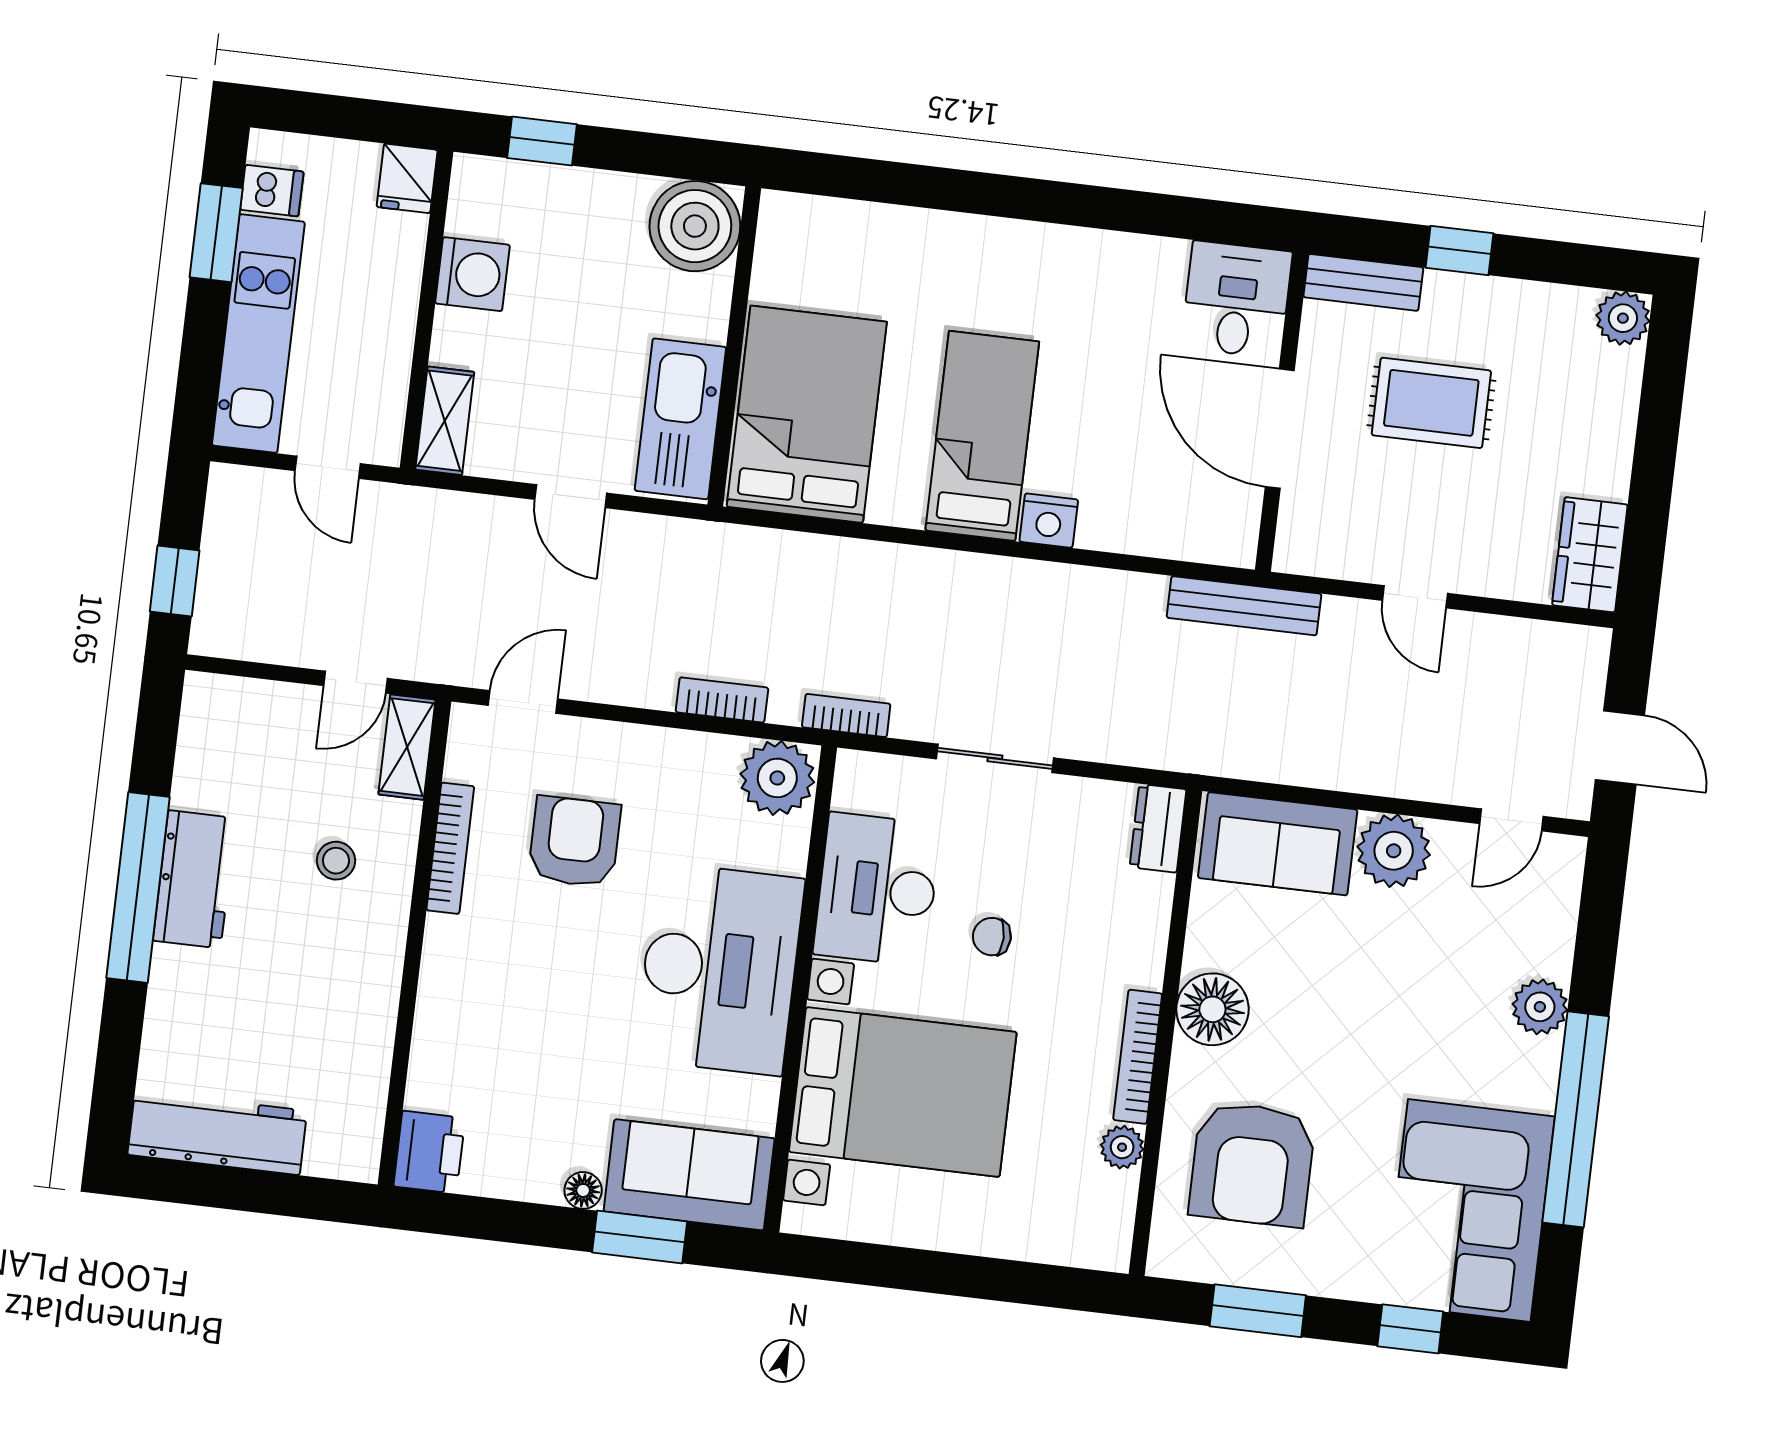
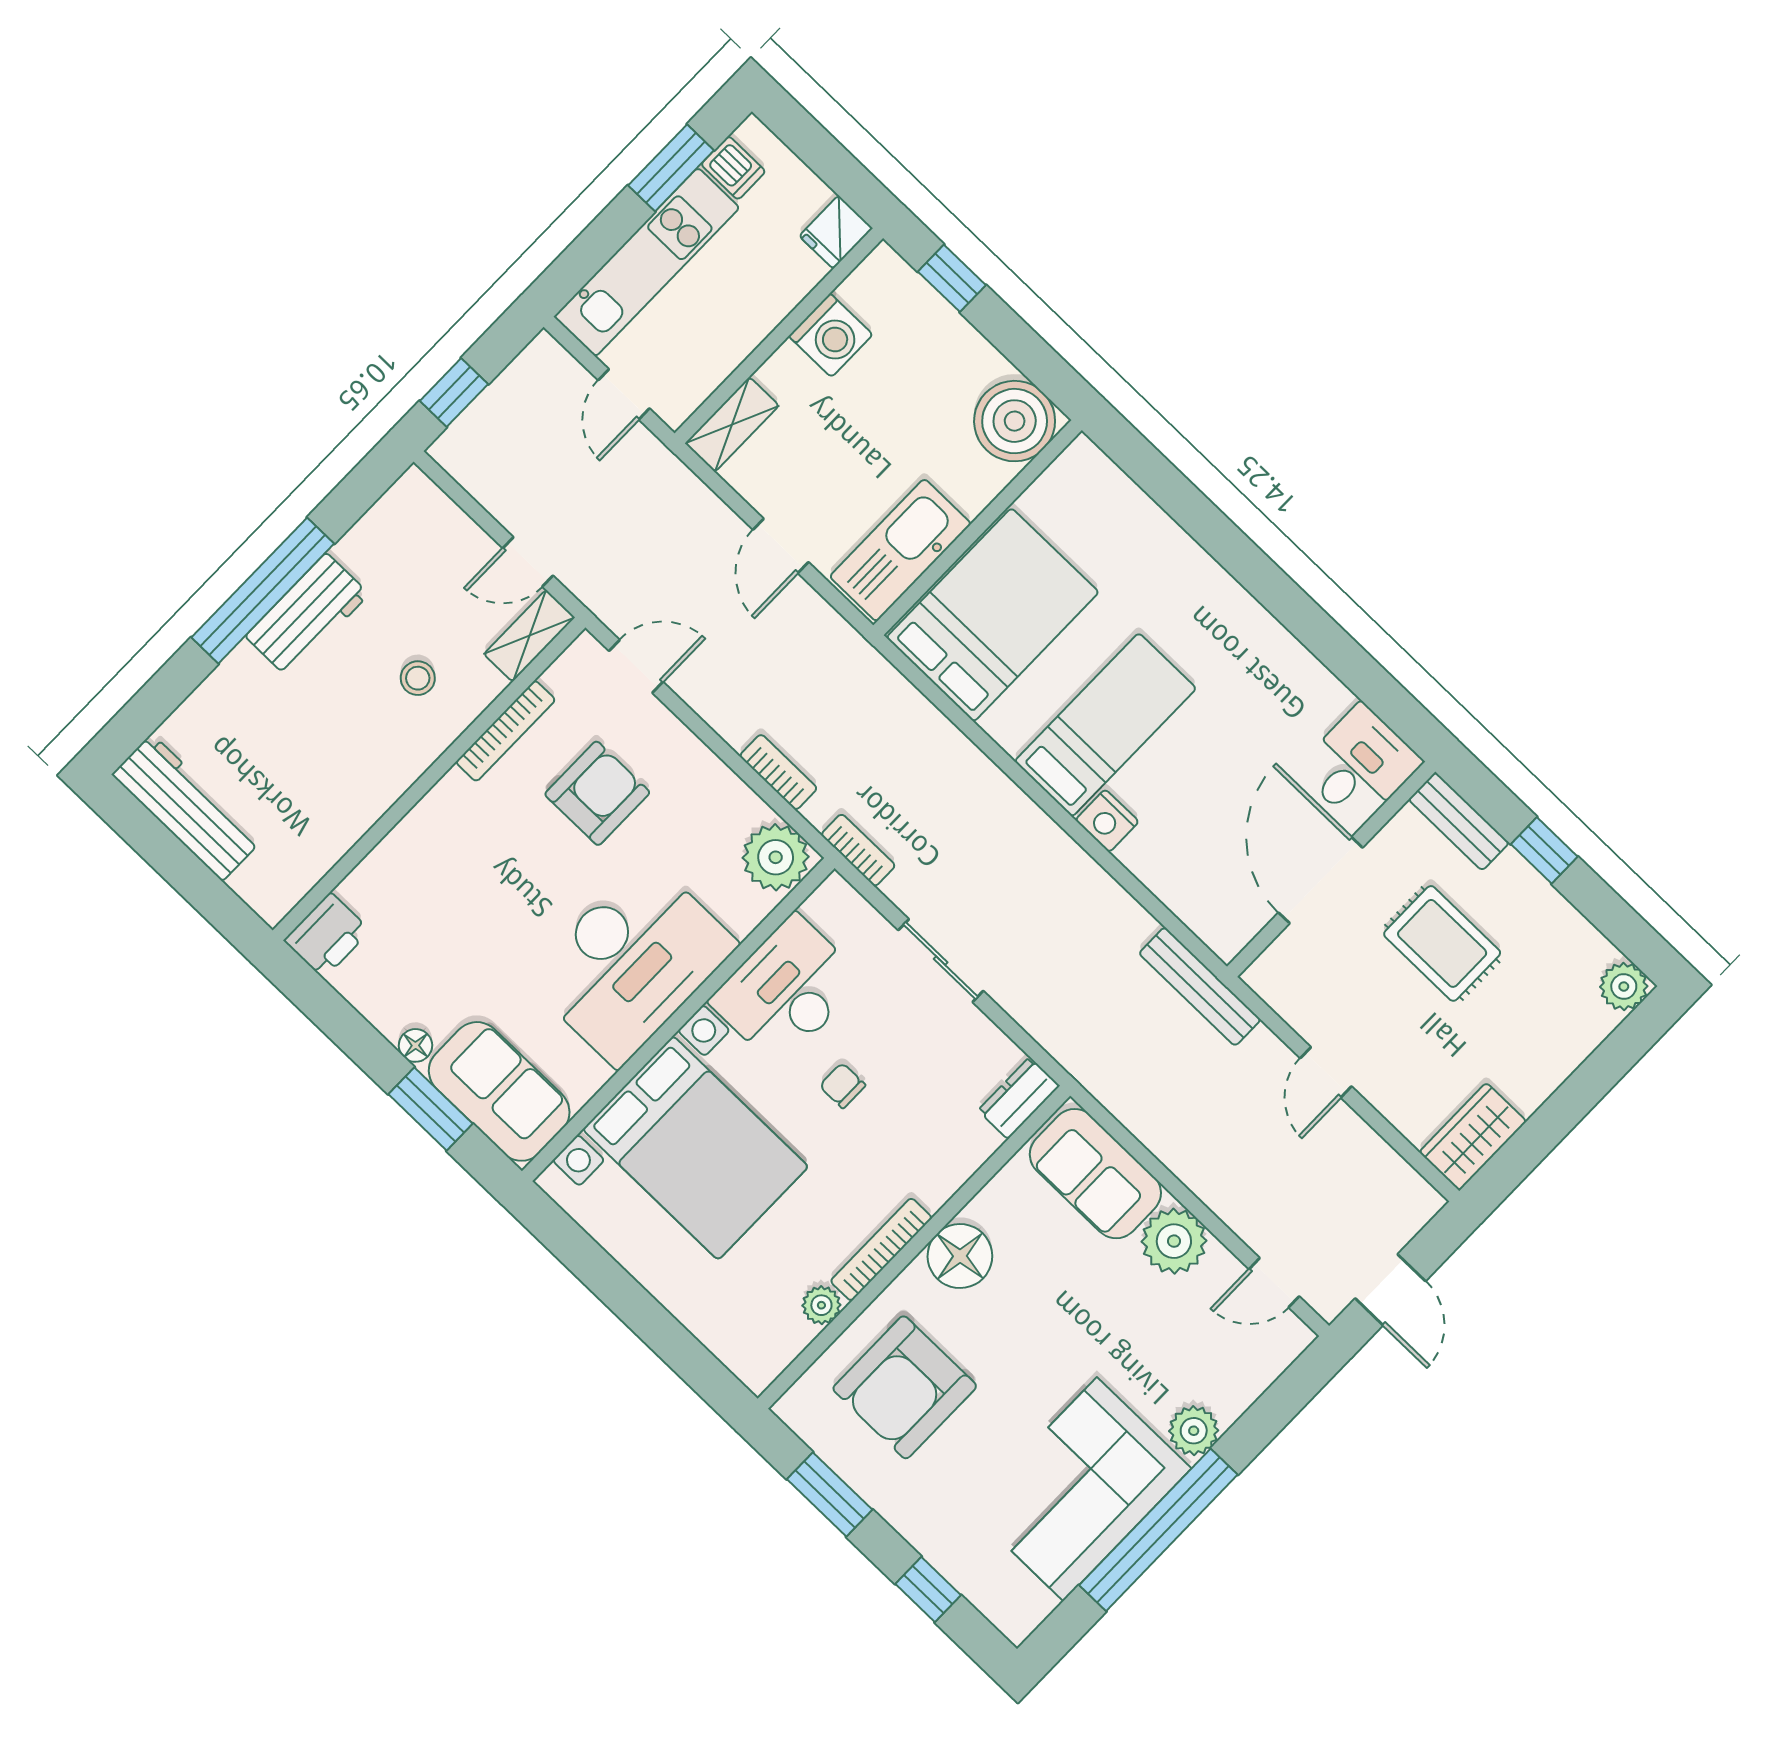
corner sofa: (1469, 1210) -> (1080, 1489), moved

